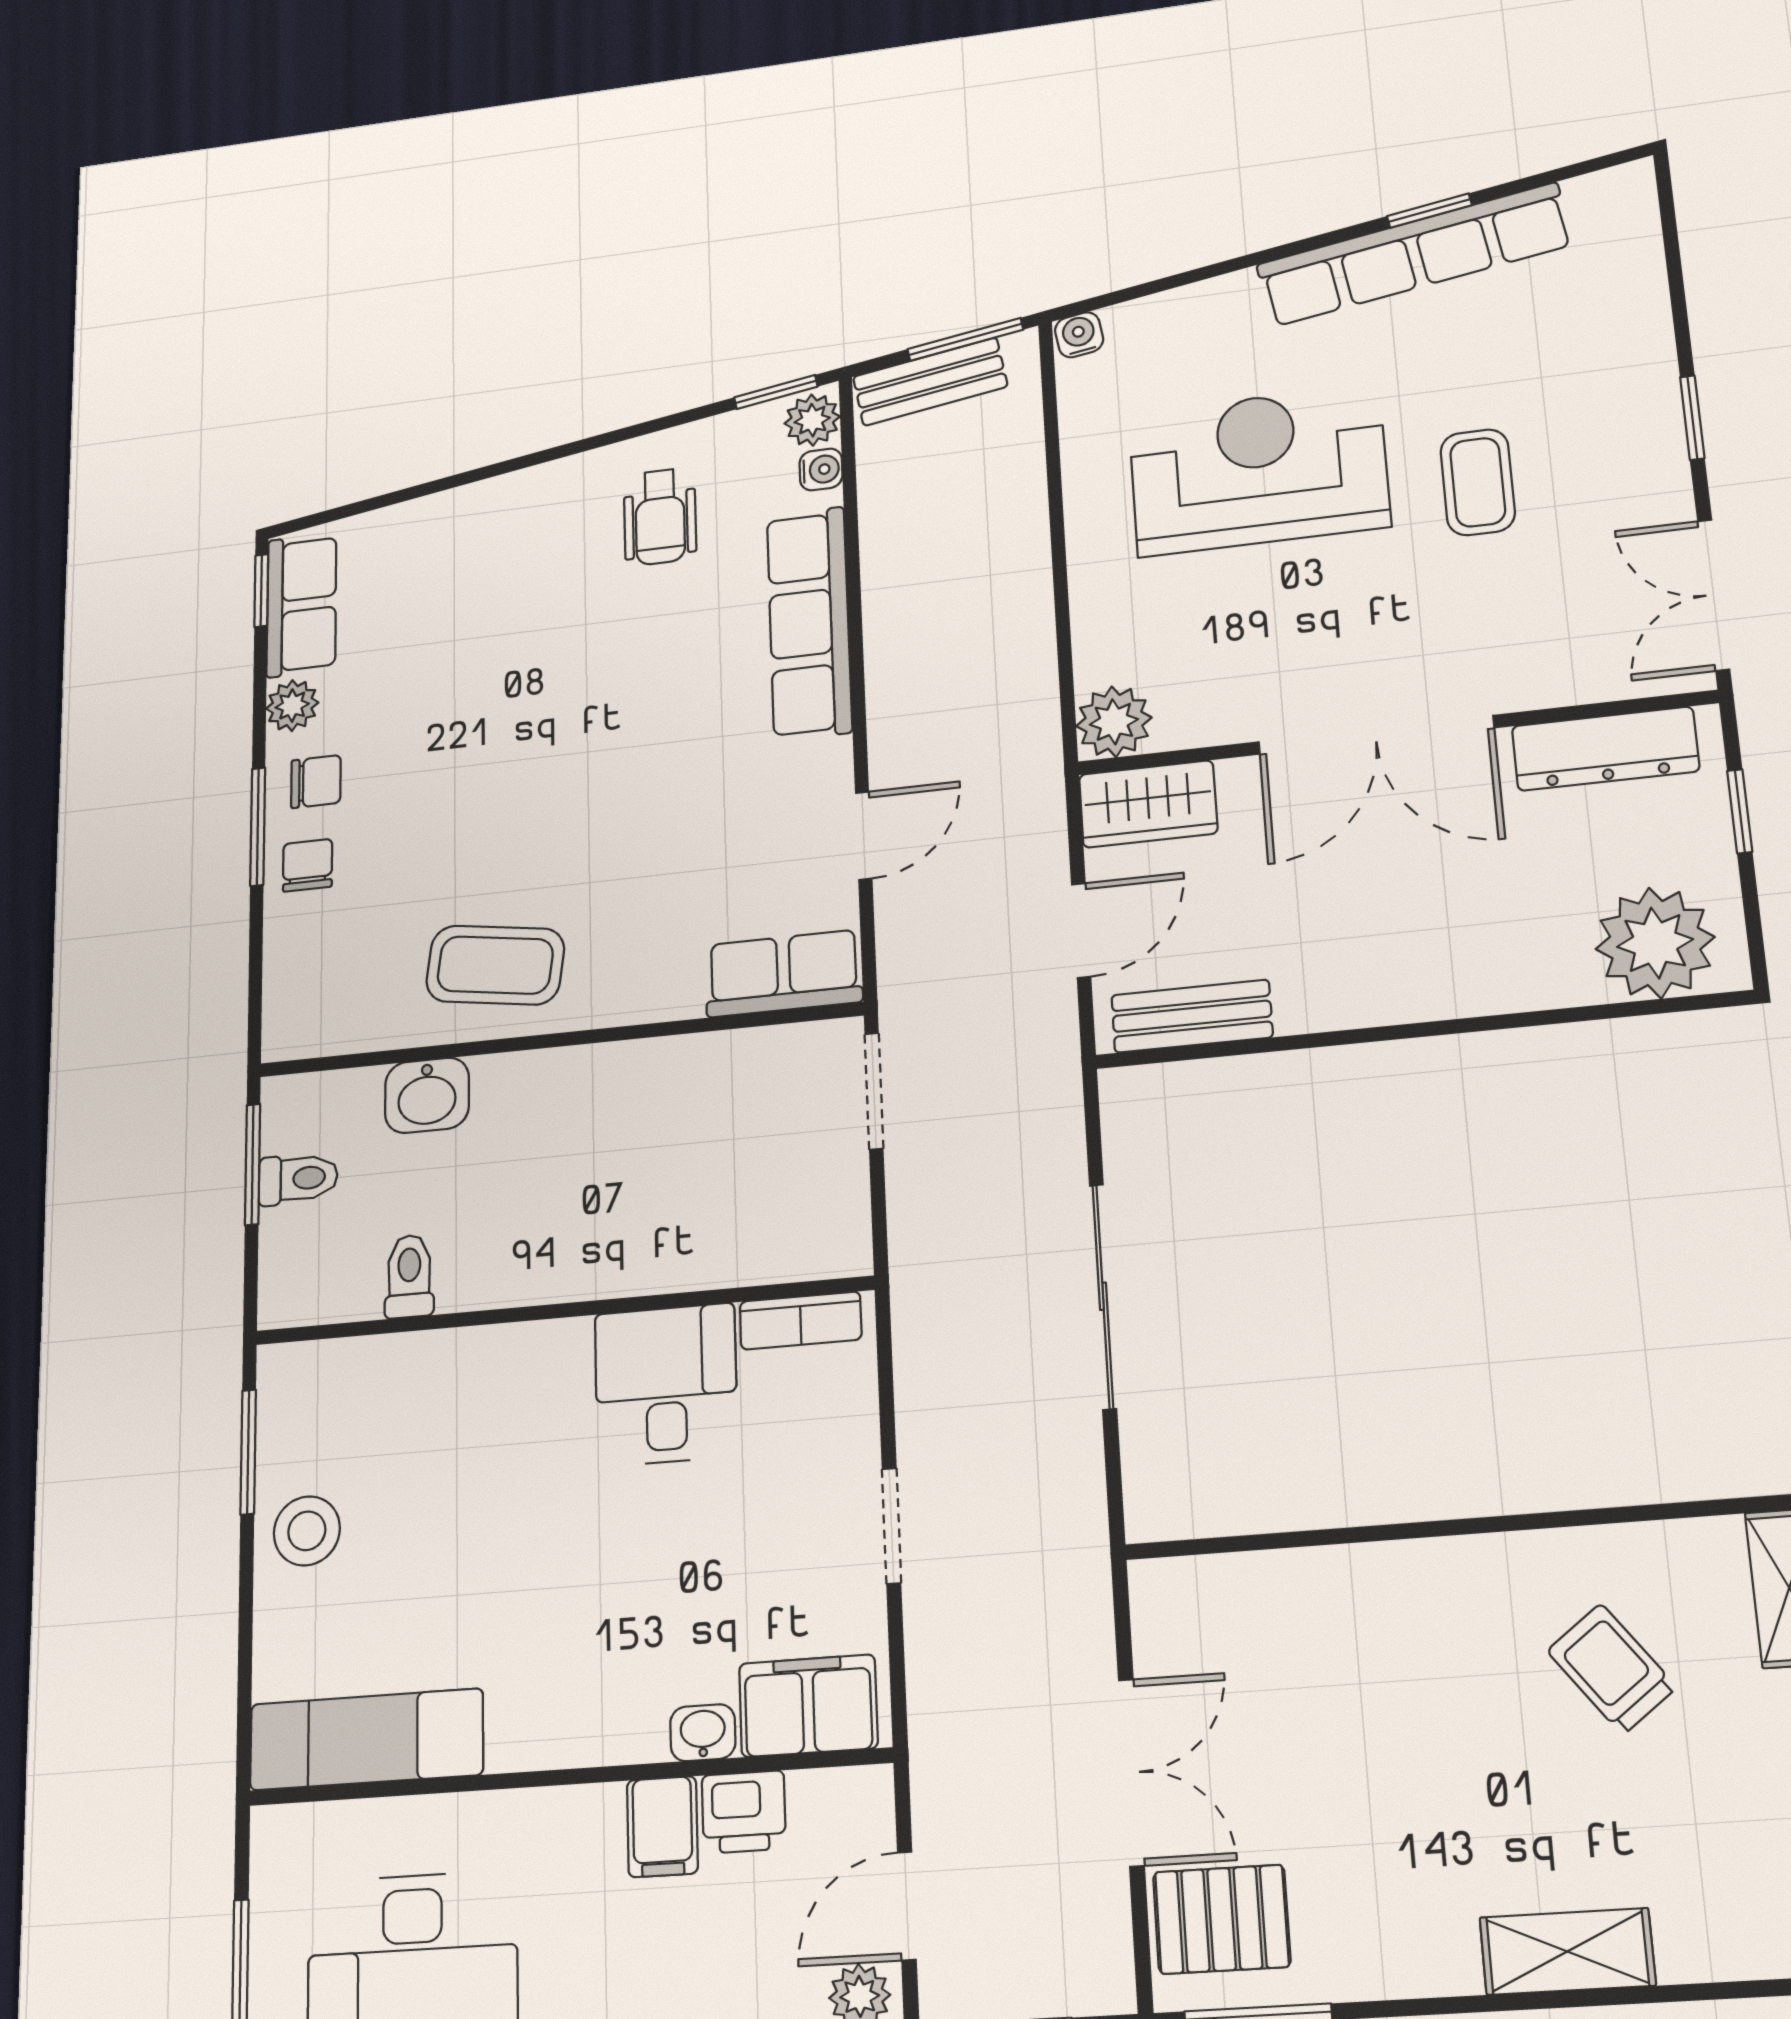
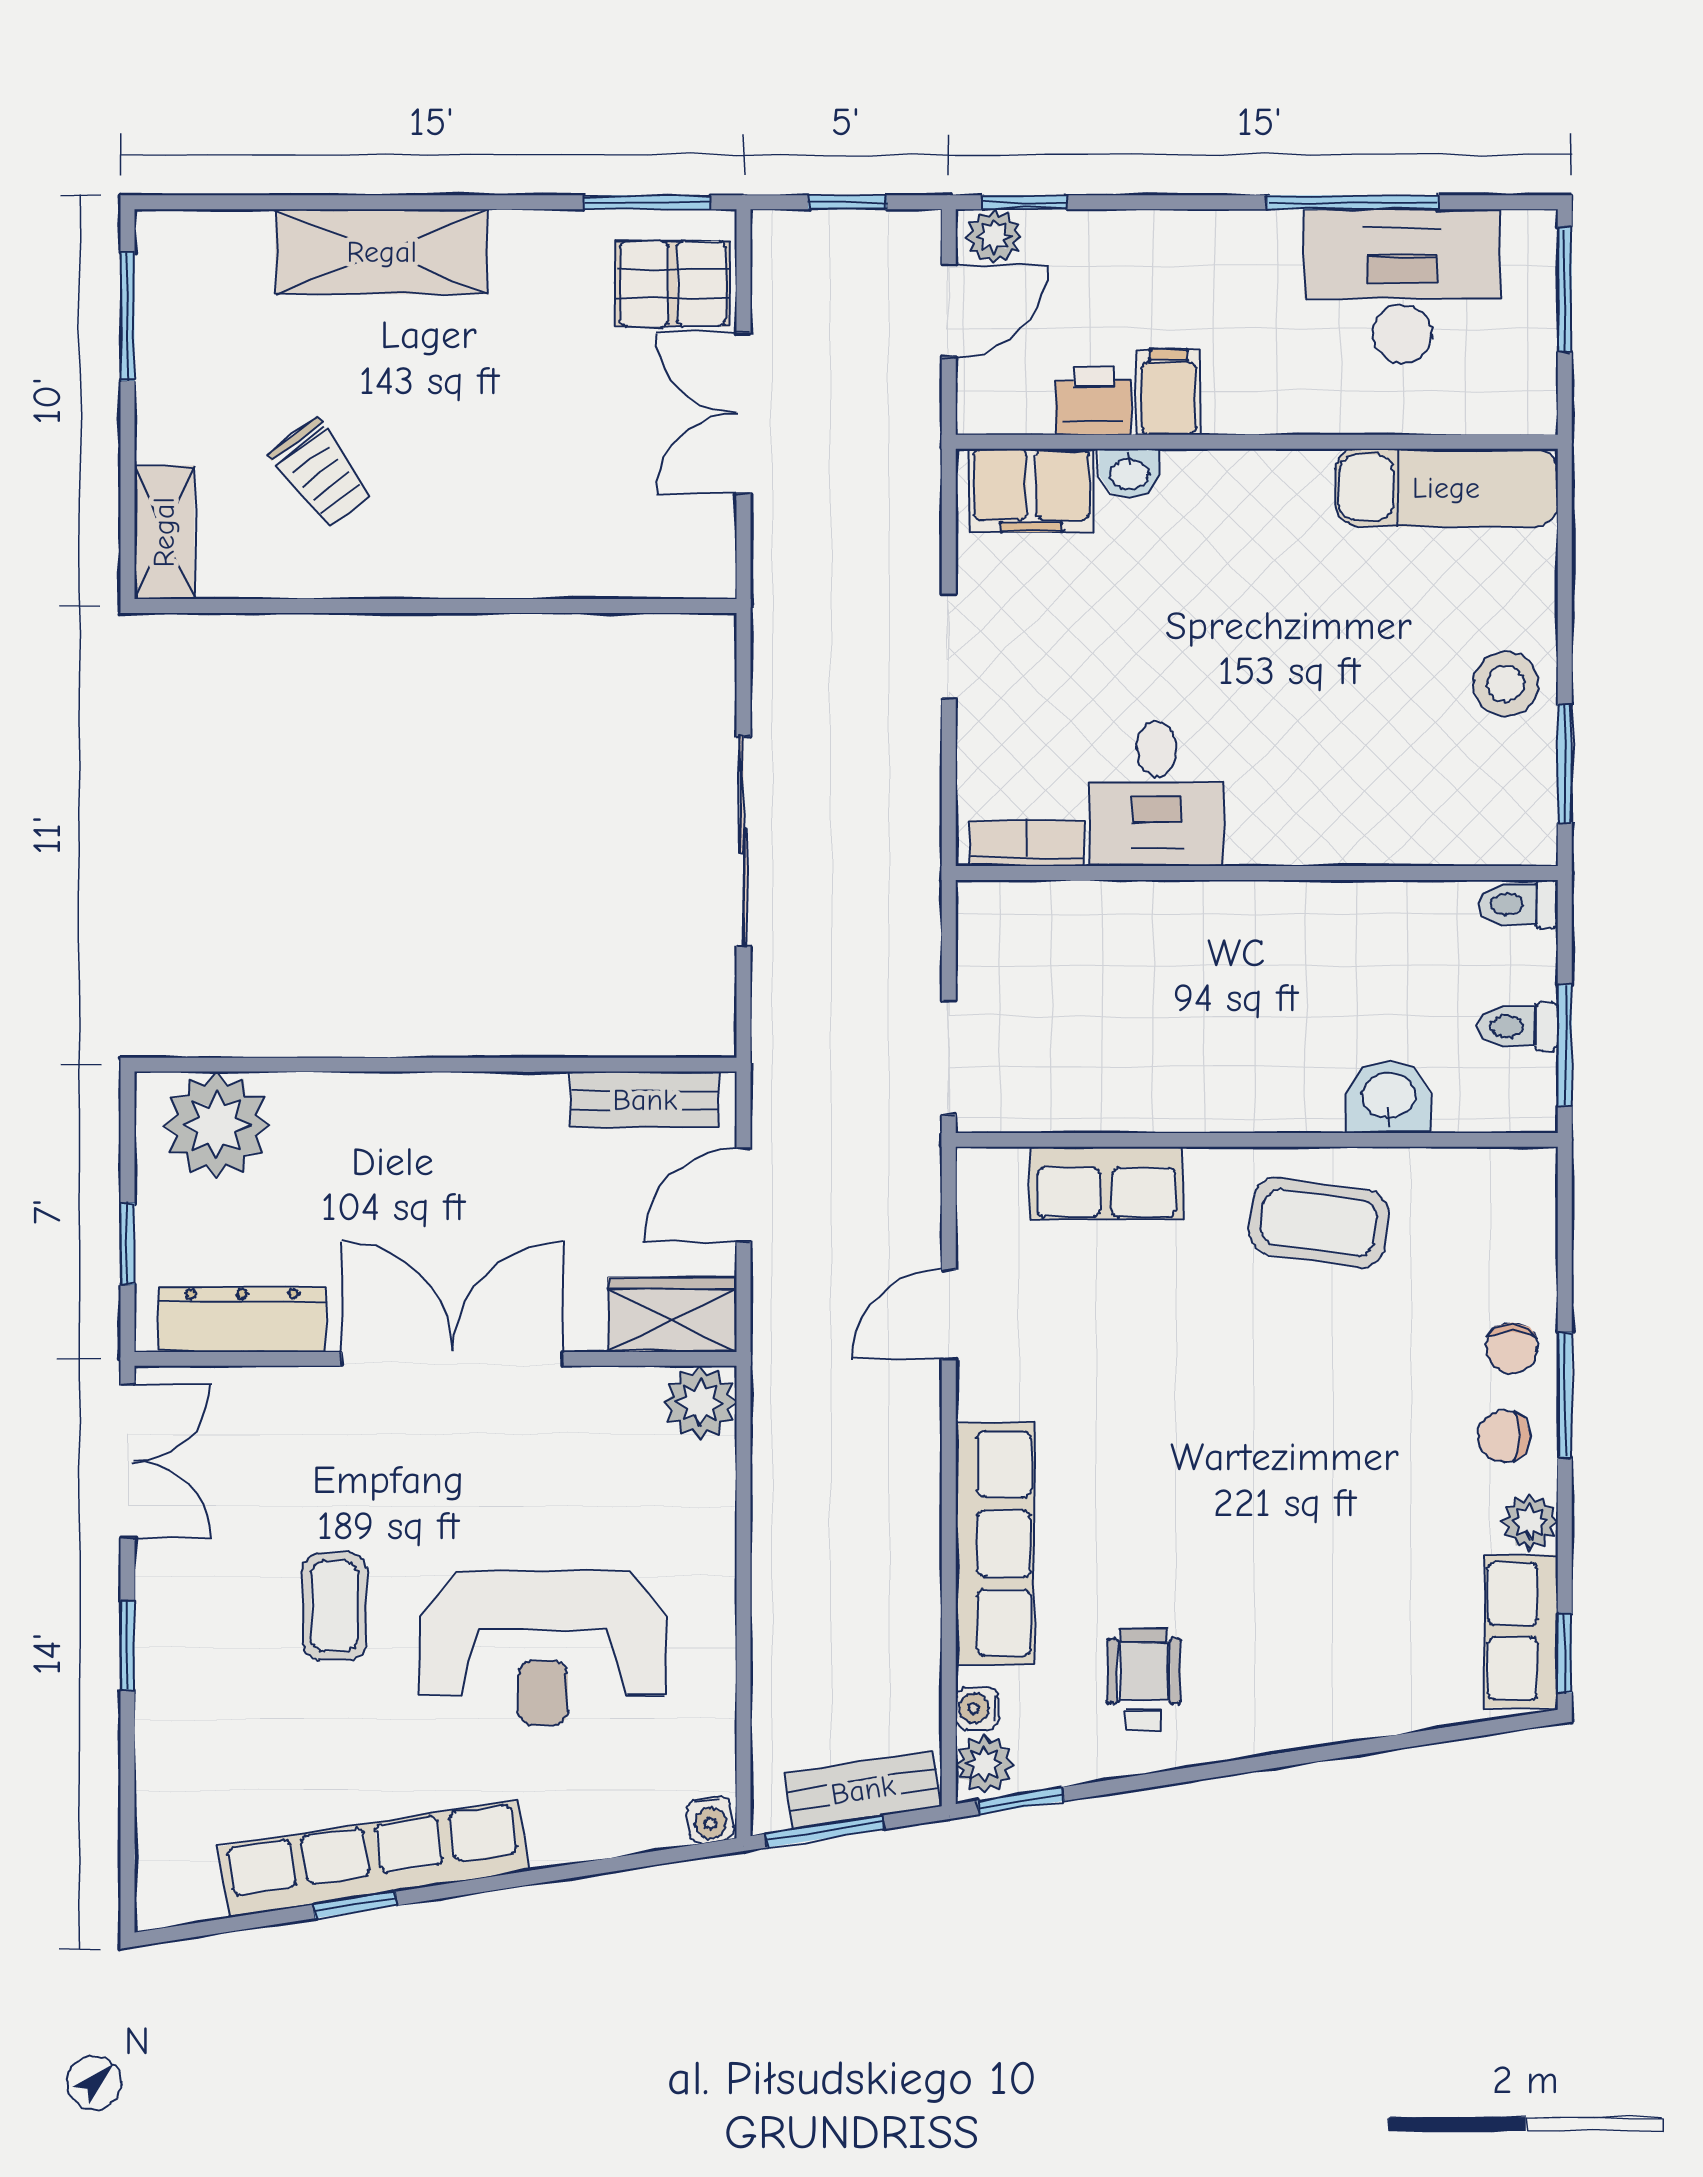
row of seats: (784, 973) -> (1106, 1183), moved
toilet: (409, 1276) -> (1518, 904), moved, turned 90
shelving: (1567, 1951) -> (382, 252), width x1.50, depth x1.33

